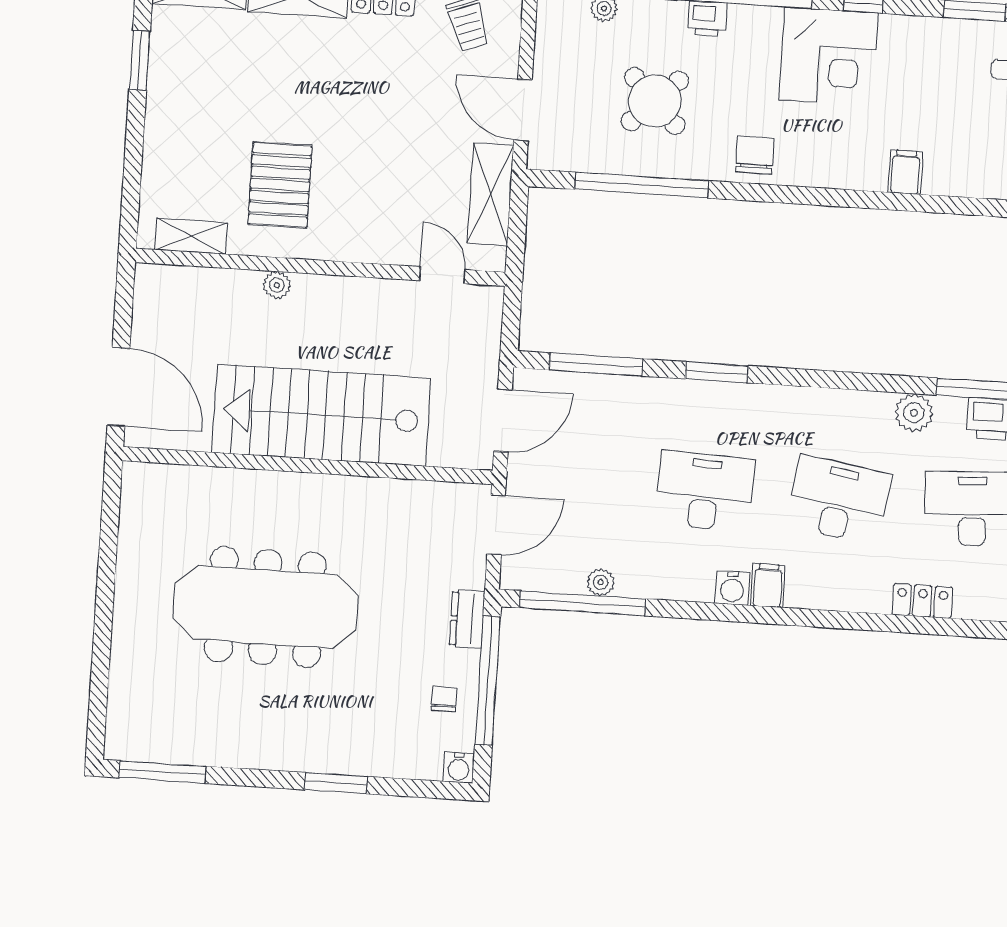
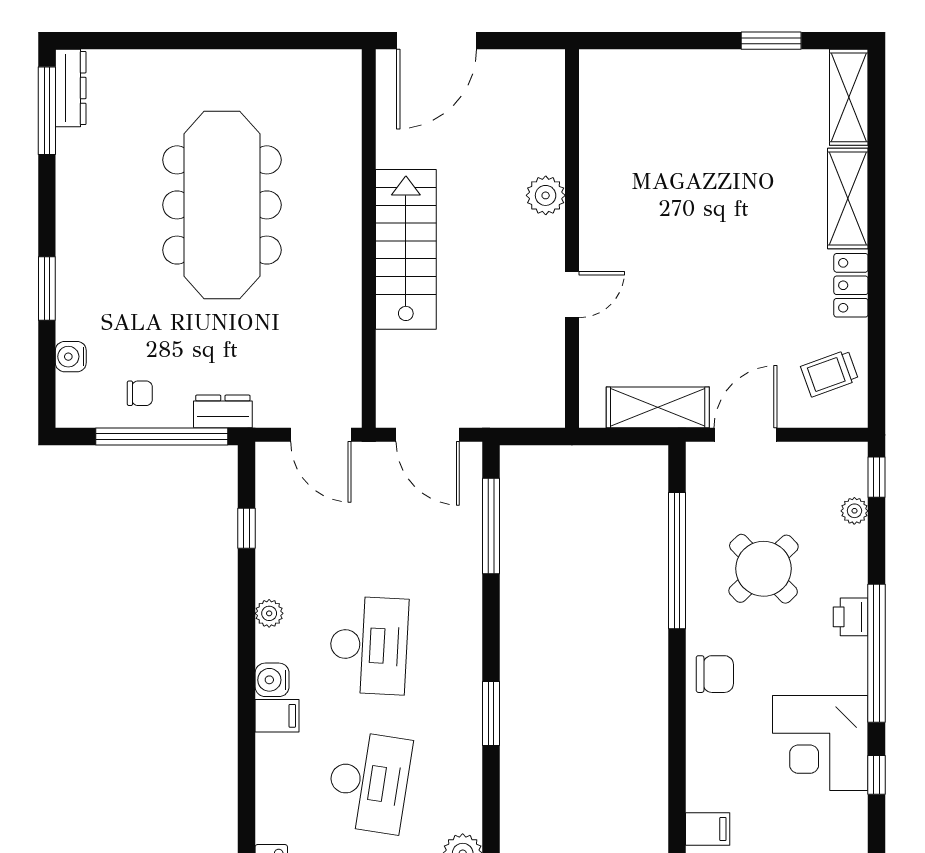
pallet: (280, 185) -> (653, 192), removed
shelving: (191, 236) -> (595, 105), removed
door: (442, 275) -> (572, 295), moved
plant: (277, 285) -> (546, 195), width x1.38, depth x1.38
window: (717, 372) -> (491, 713), moved
stairs: (321, 415) -> (406, 249), width x0.73, depth x0.66
plant: (601, 582) -> (269, 613), moved
window: (583, 603) -> (247, 528), width x0.32
dresser: (142, 747) -> (71, 88), added
water cooler: (459, 768) -> (71, 357), moved

